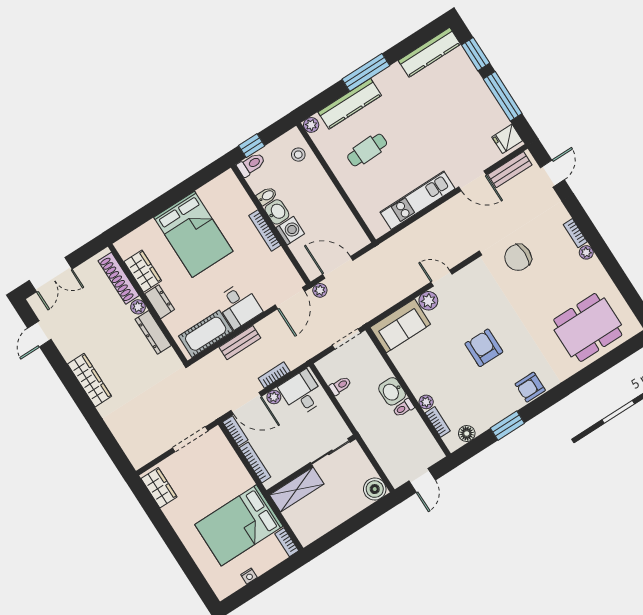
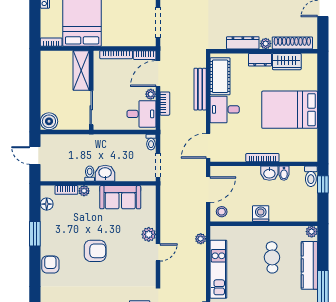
stool: (298, 155) -> (222, 212), moved
washing machine: (290, 231) -> (261, 214), moved, turned 180
plant: (320, 290) -> (201, 239), moved
door: (290, 298) -> (208, 146), hinge flipped
sofa: (400, 326) -> (120, 197), moved, turned -90
bench: (240, 343) -> (200, 89), width x1.36
toilet: (340, 386) -> (151, 142), moved

